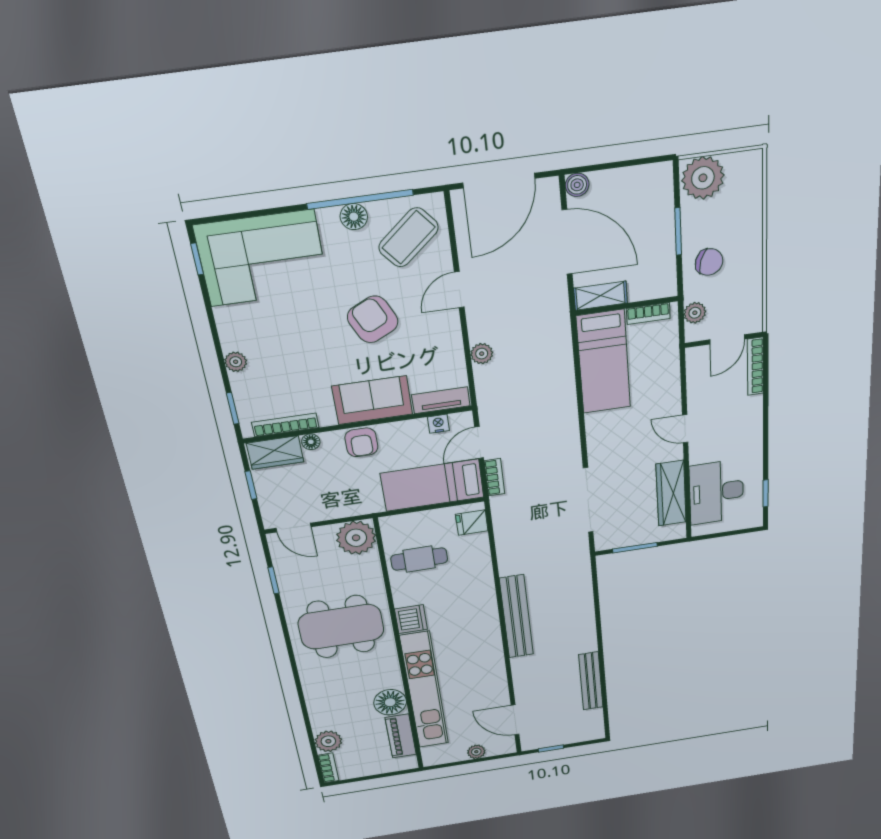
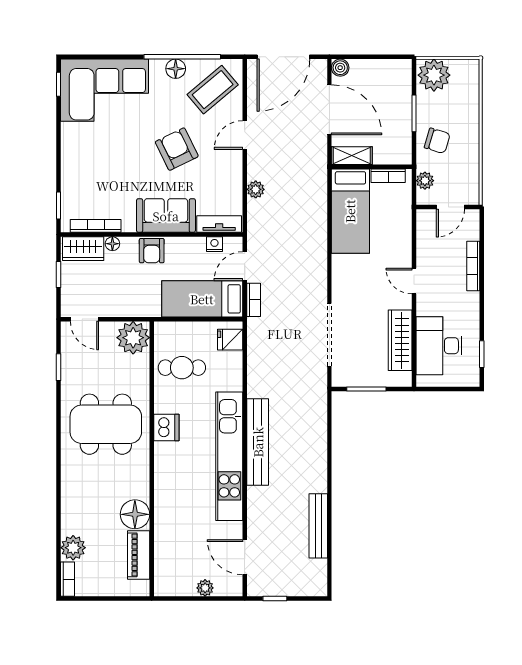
plant: (236, 362) -> (69, 168), removed
bookcase: (755, 366) -> (473, 266), moved
kitchen unit: (424, 690) -> (229, 456), moved, turned 180

